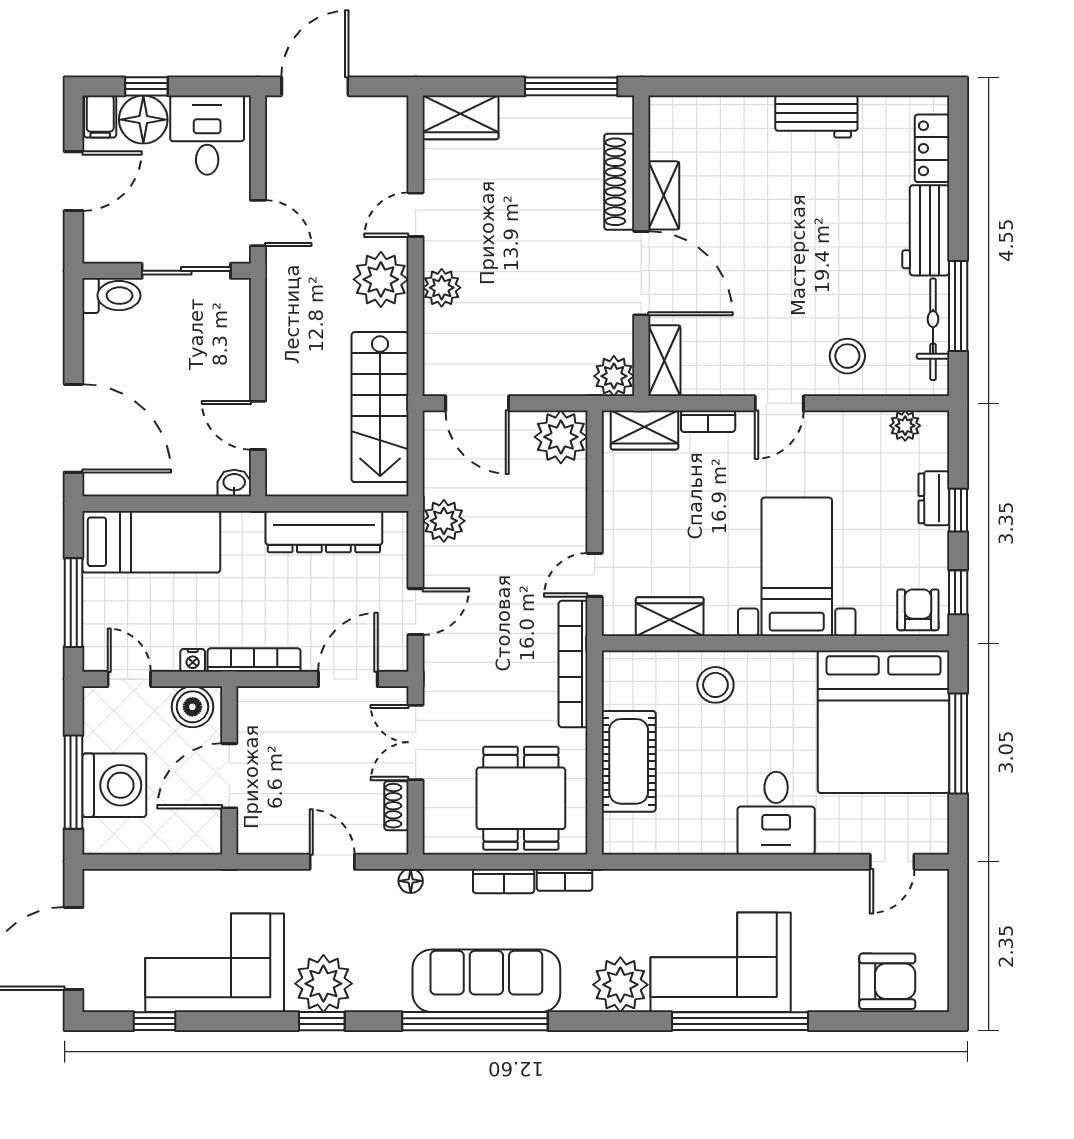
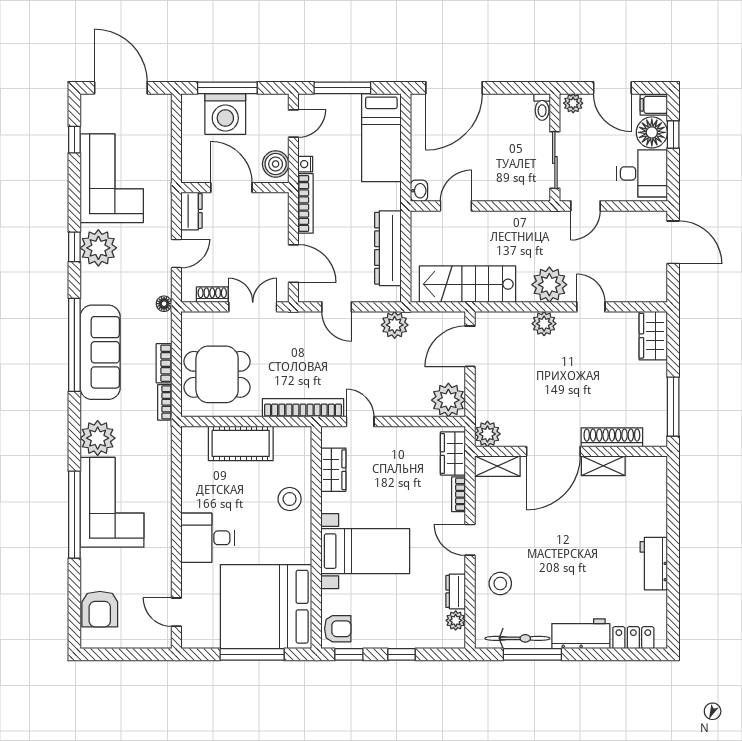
plant: (98, 242) -> (573, 103), added
toilet: (111, 296) -> (542, 107), width x0.73, depth x0.72
dresser: (934, 498) -> (456, 591), moved, turned -90
dresser: (266, 838) -> (192, 211), added

